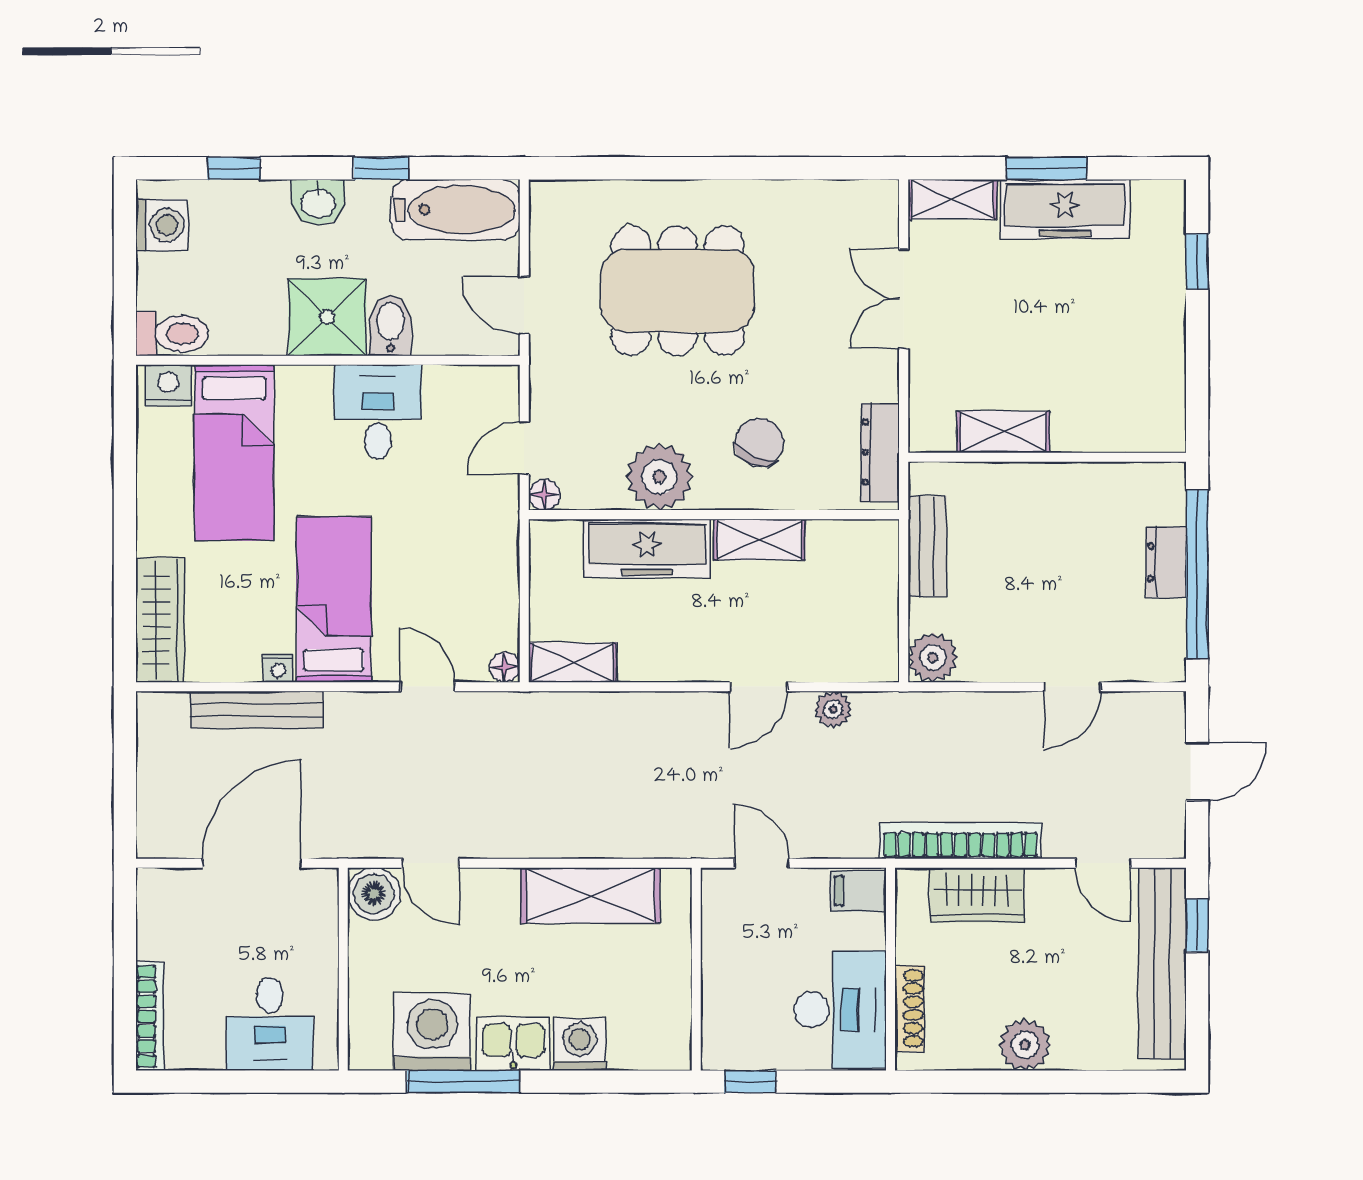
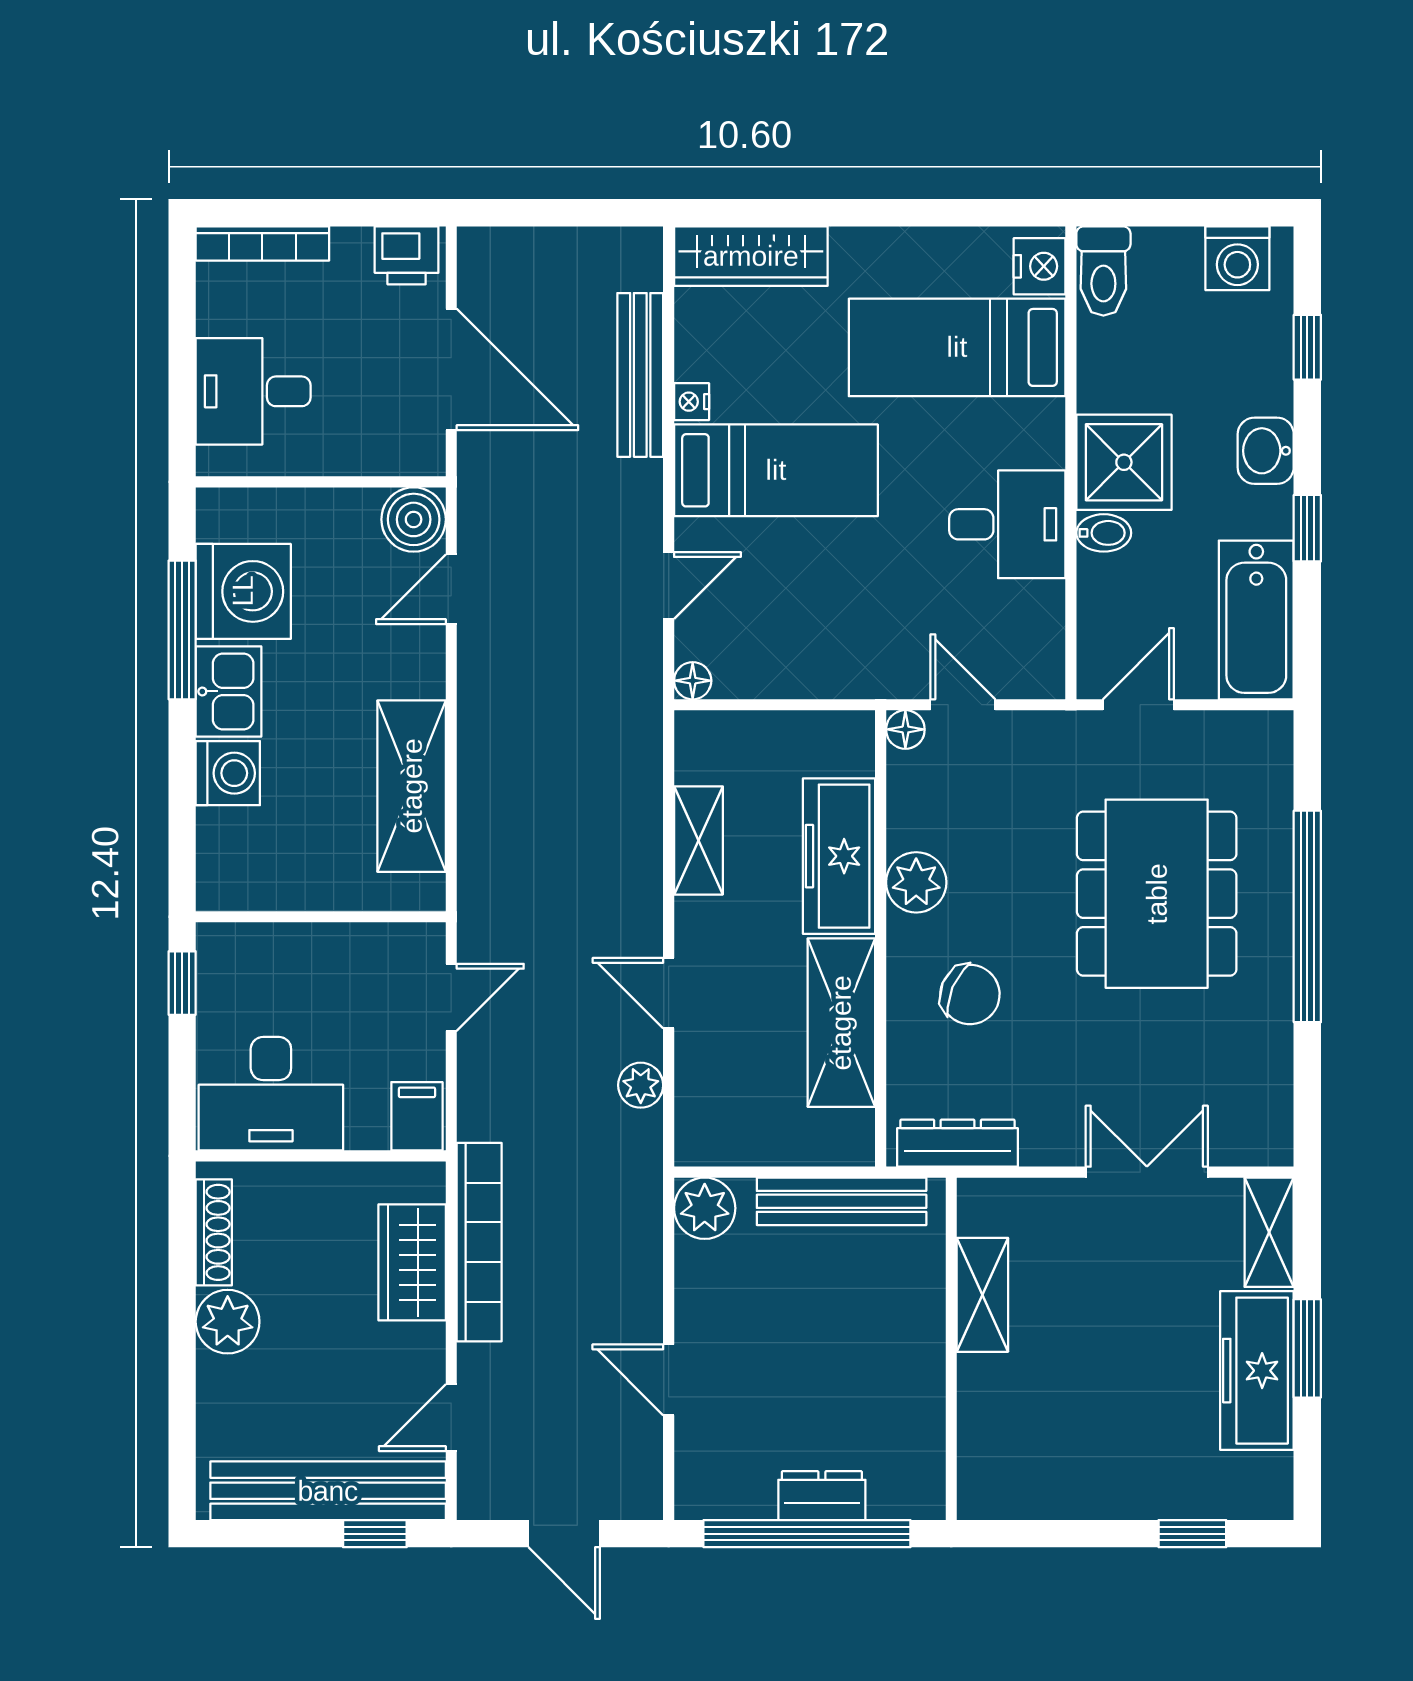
window: (696, 168) -> (1307, 916), added
bidet: (390, 325) -> (1104, 533), width x0.72, depth x0.74
plant: (659, 477) -> (916, 882), width x0.73, depth x0.73
shelving: (759, 540) -> (841, 1023), width x1.50, depth x1.33
bench: (927, 546) -> (842, 1201), width x1.36
shelving: (573, 663) -> (698, 840), moved
printer: (159, 899) -> (407, 255), added
shoe rack: (909, 1008) -> (214, 1232), moved, turned -90

